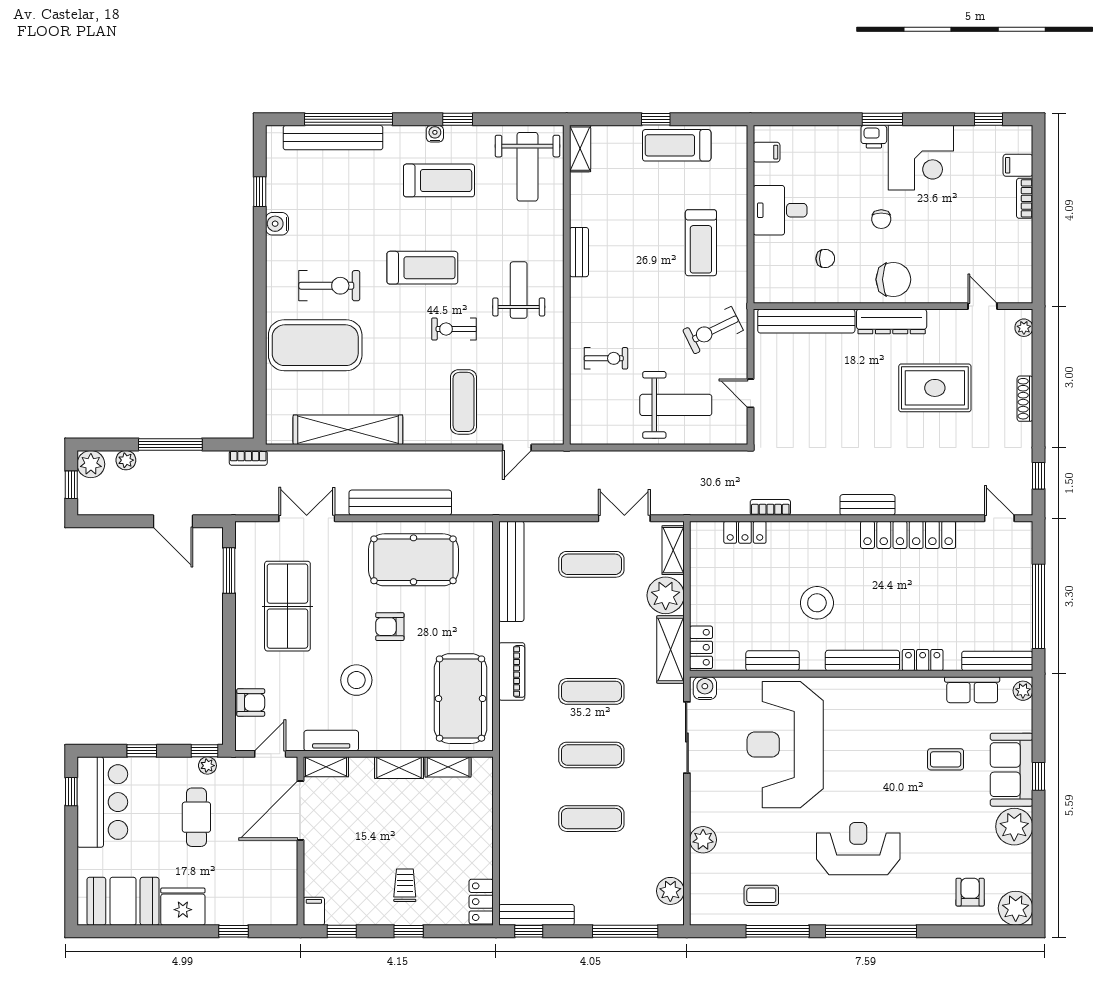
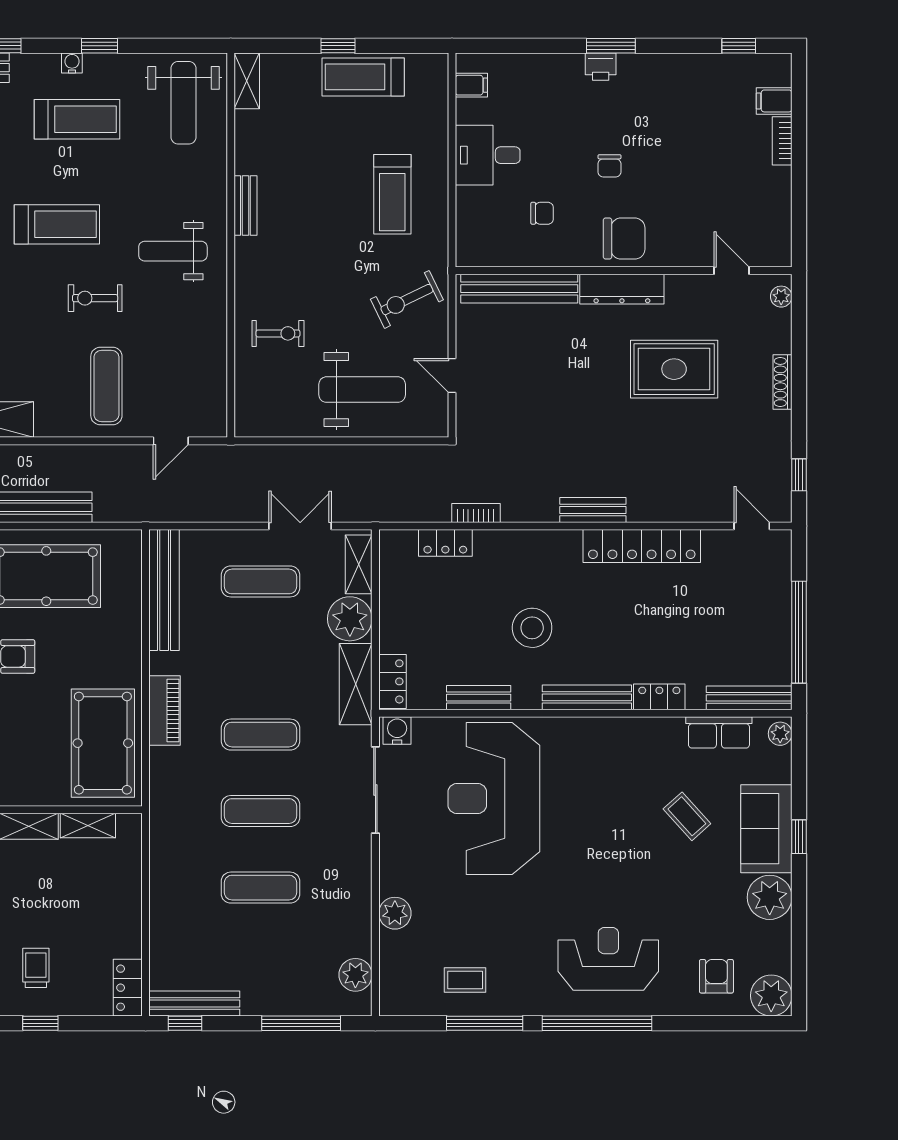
corner desk: (921, 158) -> (657, 92), removed
weight bench: (519, 290) -> (173, 251), turned -90
coffee table: (946, 759) -> (687, 816), turned 48
reception desk: (858, 849) -> (608, 959), moved

